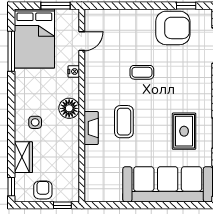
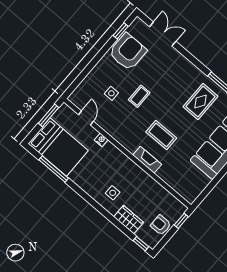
side table: (123, 45) -> (111, 93), added
floor lamp: (69, 108) -> (122, 163), removed
rug: (184, 131) -> (201, 102), turned 90

